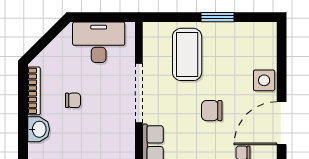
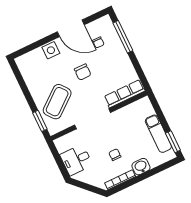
window: (218, 17) -> (40, 121), moved
desk: (99, 42) -> (76, 160), width x0.73
coffee table: (187, 54) -> (57, 102), turned -39

